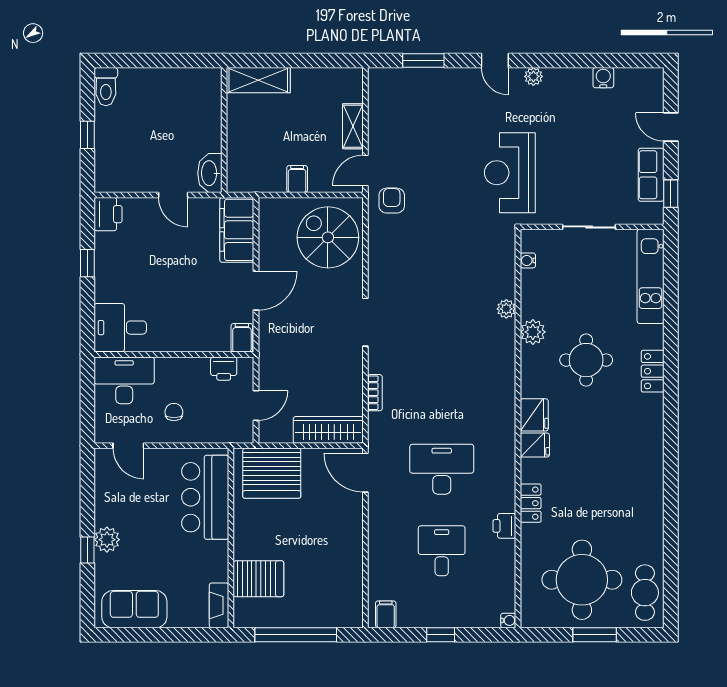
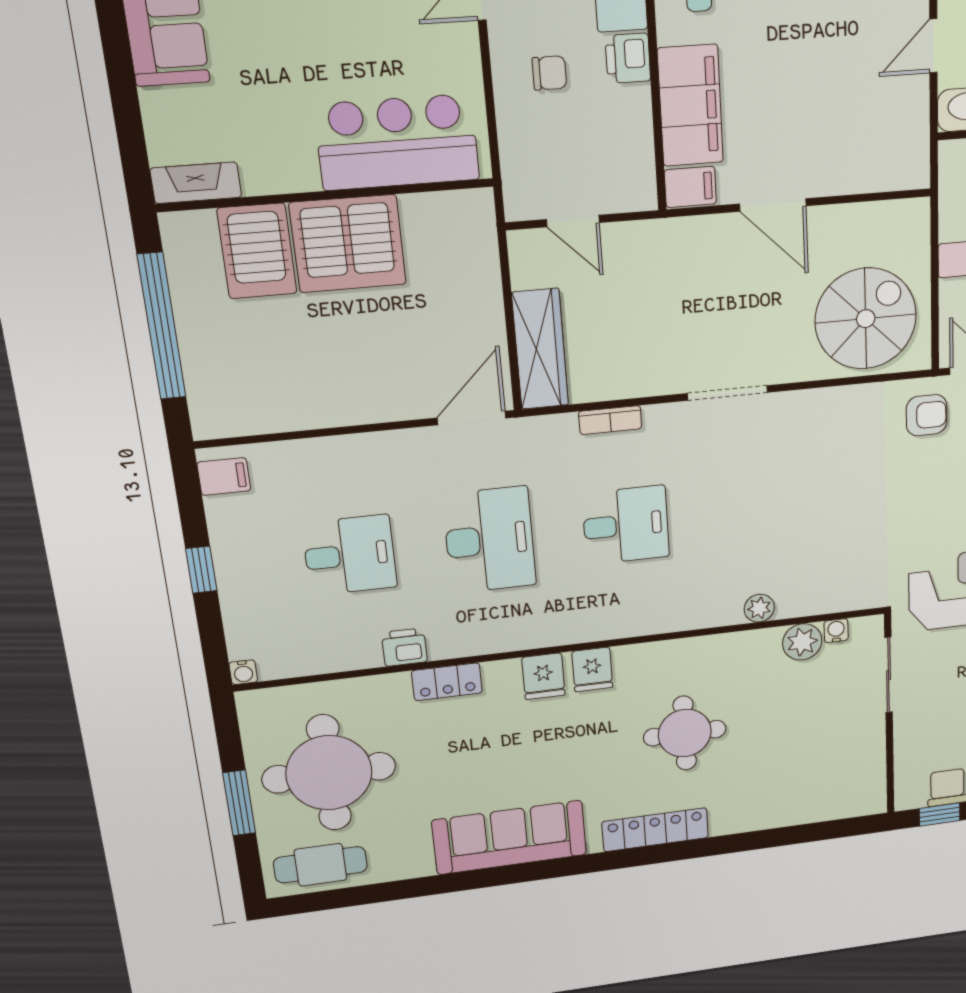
sliding door: (589, 227) -> (889, 675), moved
filing cabinet: (237, 230) -> (690, 106), moved, turned 90
kitchen unit: (651, 276) -> (817, 805), removed
plant: (533, 332) -> (802, 642), moved
printer: (224, 369) -> (628, 58), moved
locker: (653, 371) -> (655, 830), width x1.53
desk: (442, 388) -> (626, 525), added
fridge: (534, 415) -> (592, 670), width x0.72
server rack: (272, 473) -> (348, 244), moved, turned -90
sofa: (644, 475) -> (510, 837), added

